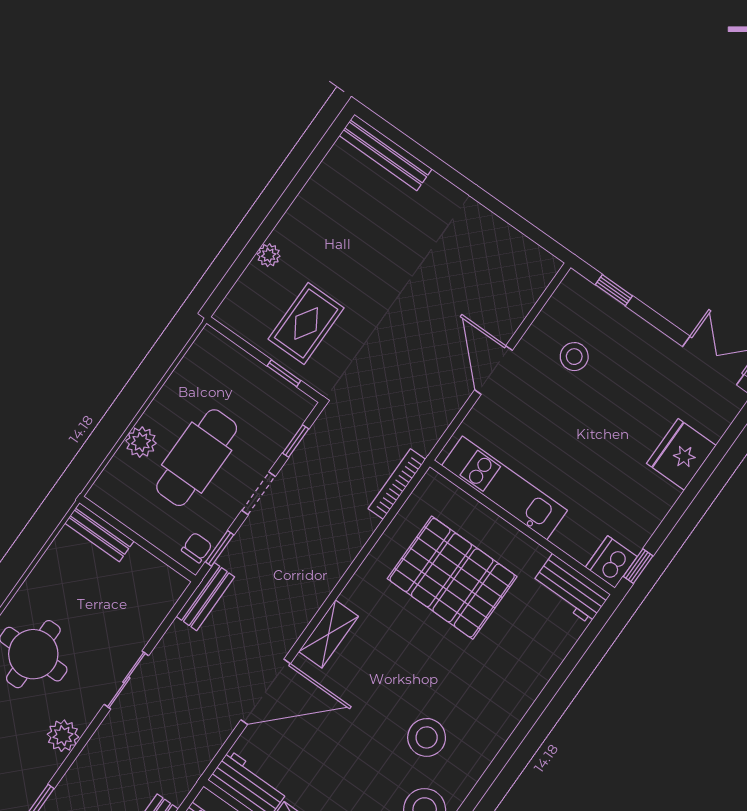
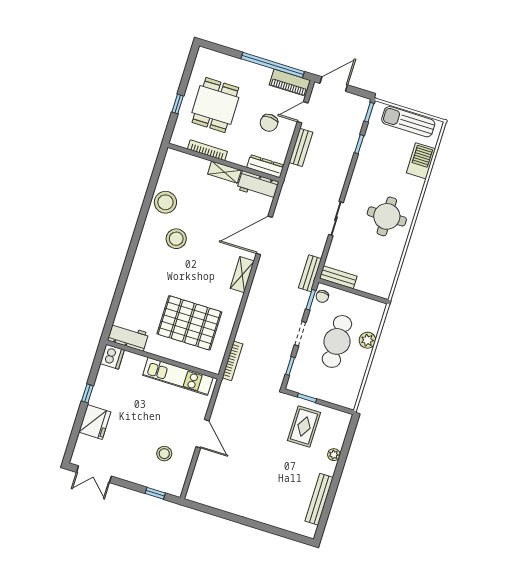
bench: (386, 152) -> (319, 499), moved, turned 90
bench: (99, 532) -> (338, 277), moved
window: (638, 566) -> (87, 393), moved
plant: (63, 736) -> (359, 180), removed

